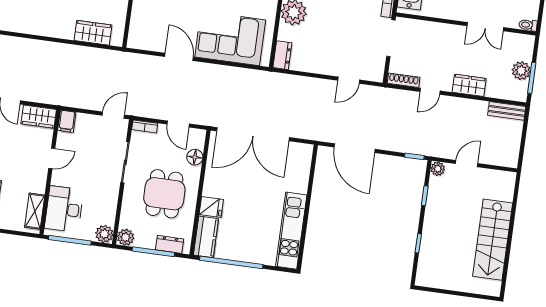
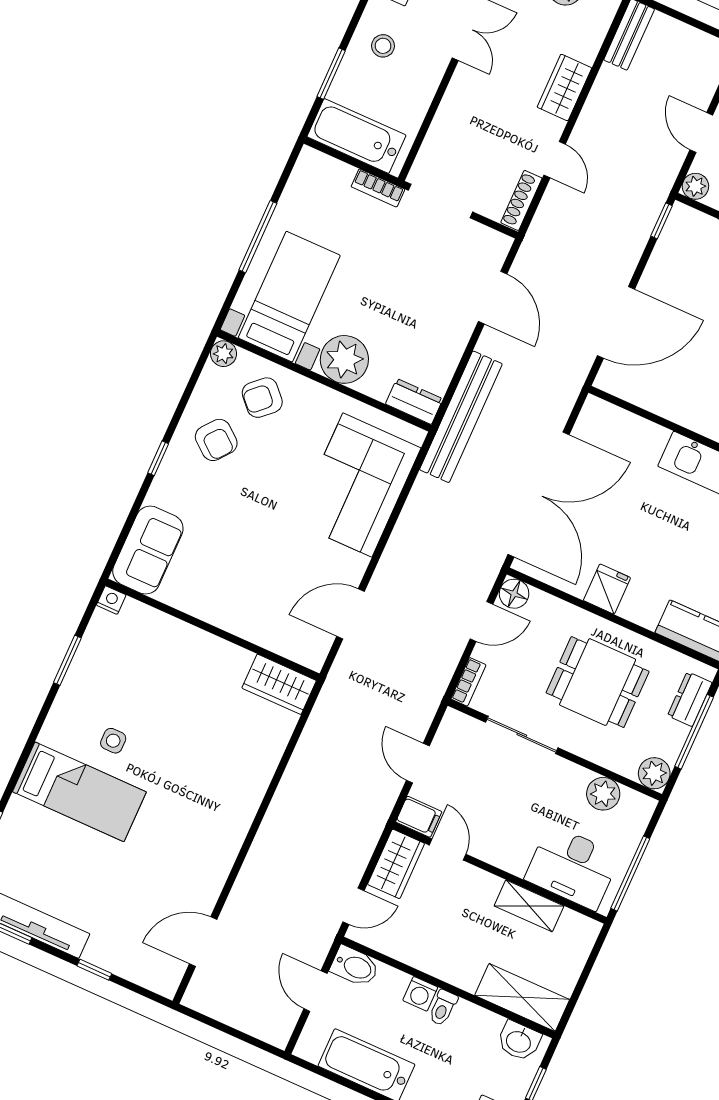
wardrobe: (93, 33) -> (279, 684), moved, turned -90
door: (179, 57) -> (350, 614), moved
door: (349, 80) -> (493, 298), width x1.38
bench: (282, 82) -> (461, 417), added
door: (113, 115) -> (418, 763), moved
floor lamp: (195, 157) -> (514, 594), moved
door: (52, 158) -> (448, 850), moved
fridge: (211, 207) -> (607, 589), moved
shelving: (35, 211) -> (529, 906), moved
plant: (104, 234) -> (603, 794), moved

